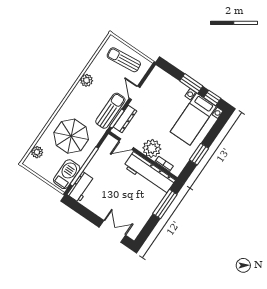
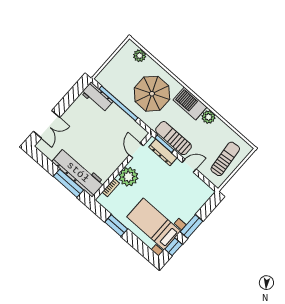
sun lounger: (110, 111) -> (174, 138), turned 180
workbench: (149, 173) -> (78, 172), moved, turned 90
barbecue: (67, 174) -> (190, 103), moved, turned 180

